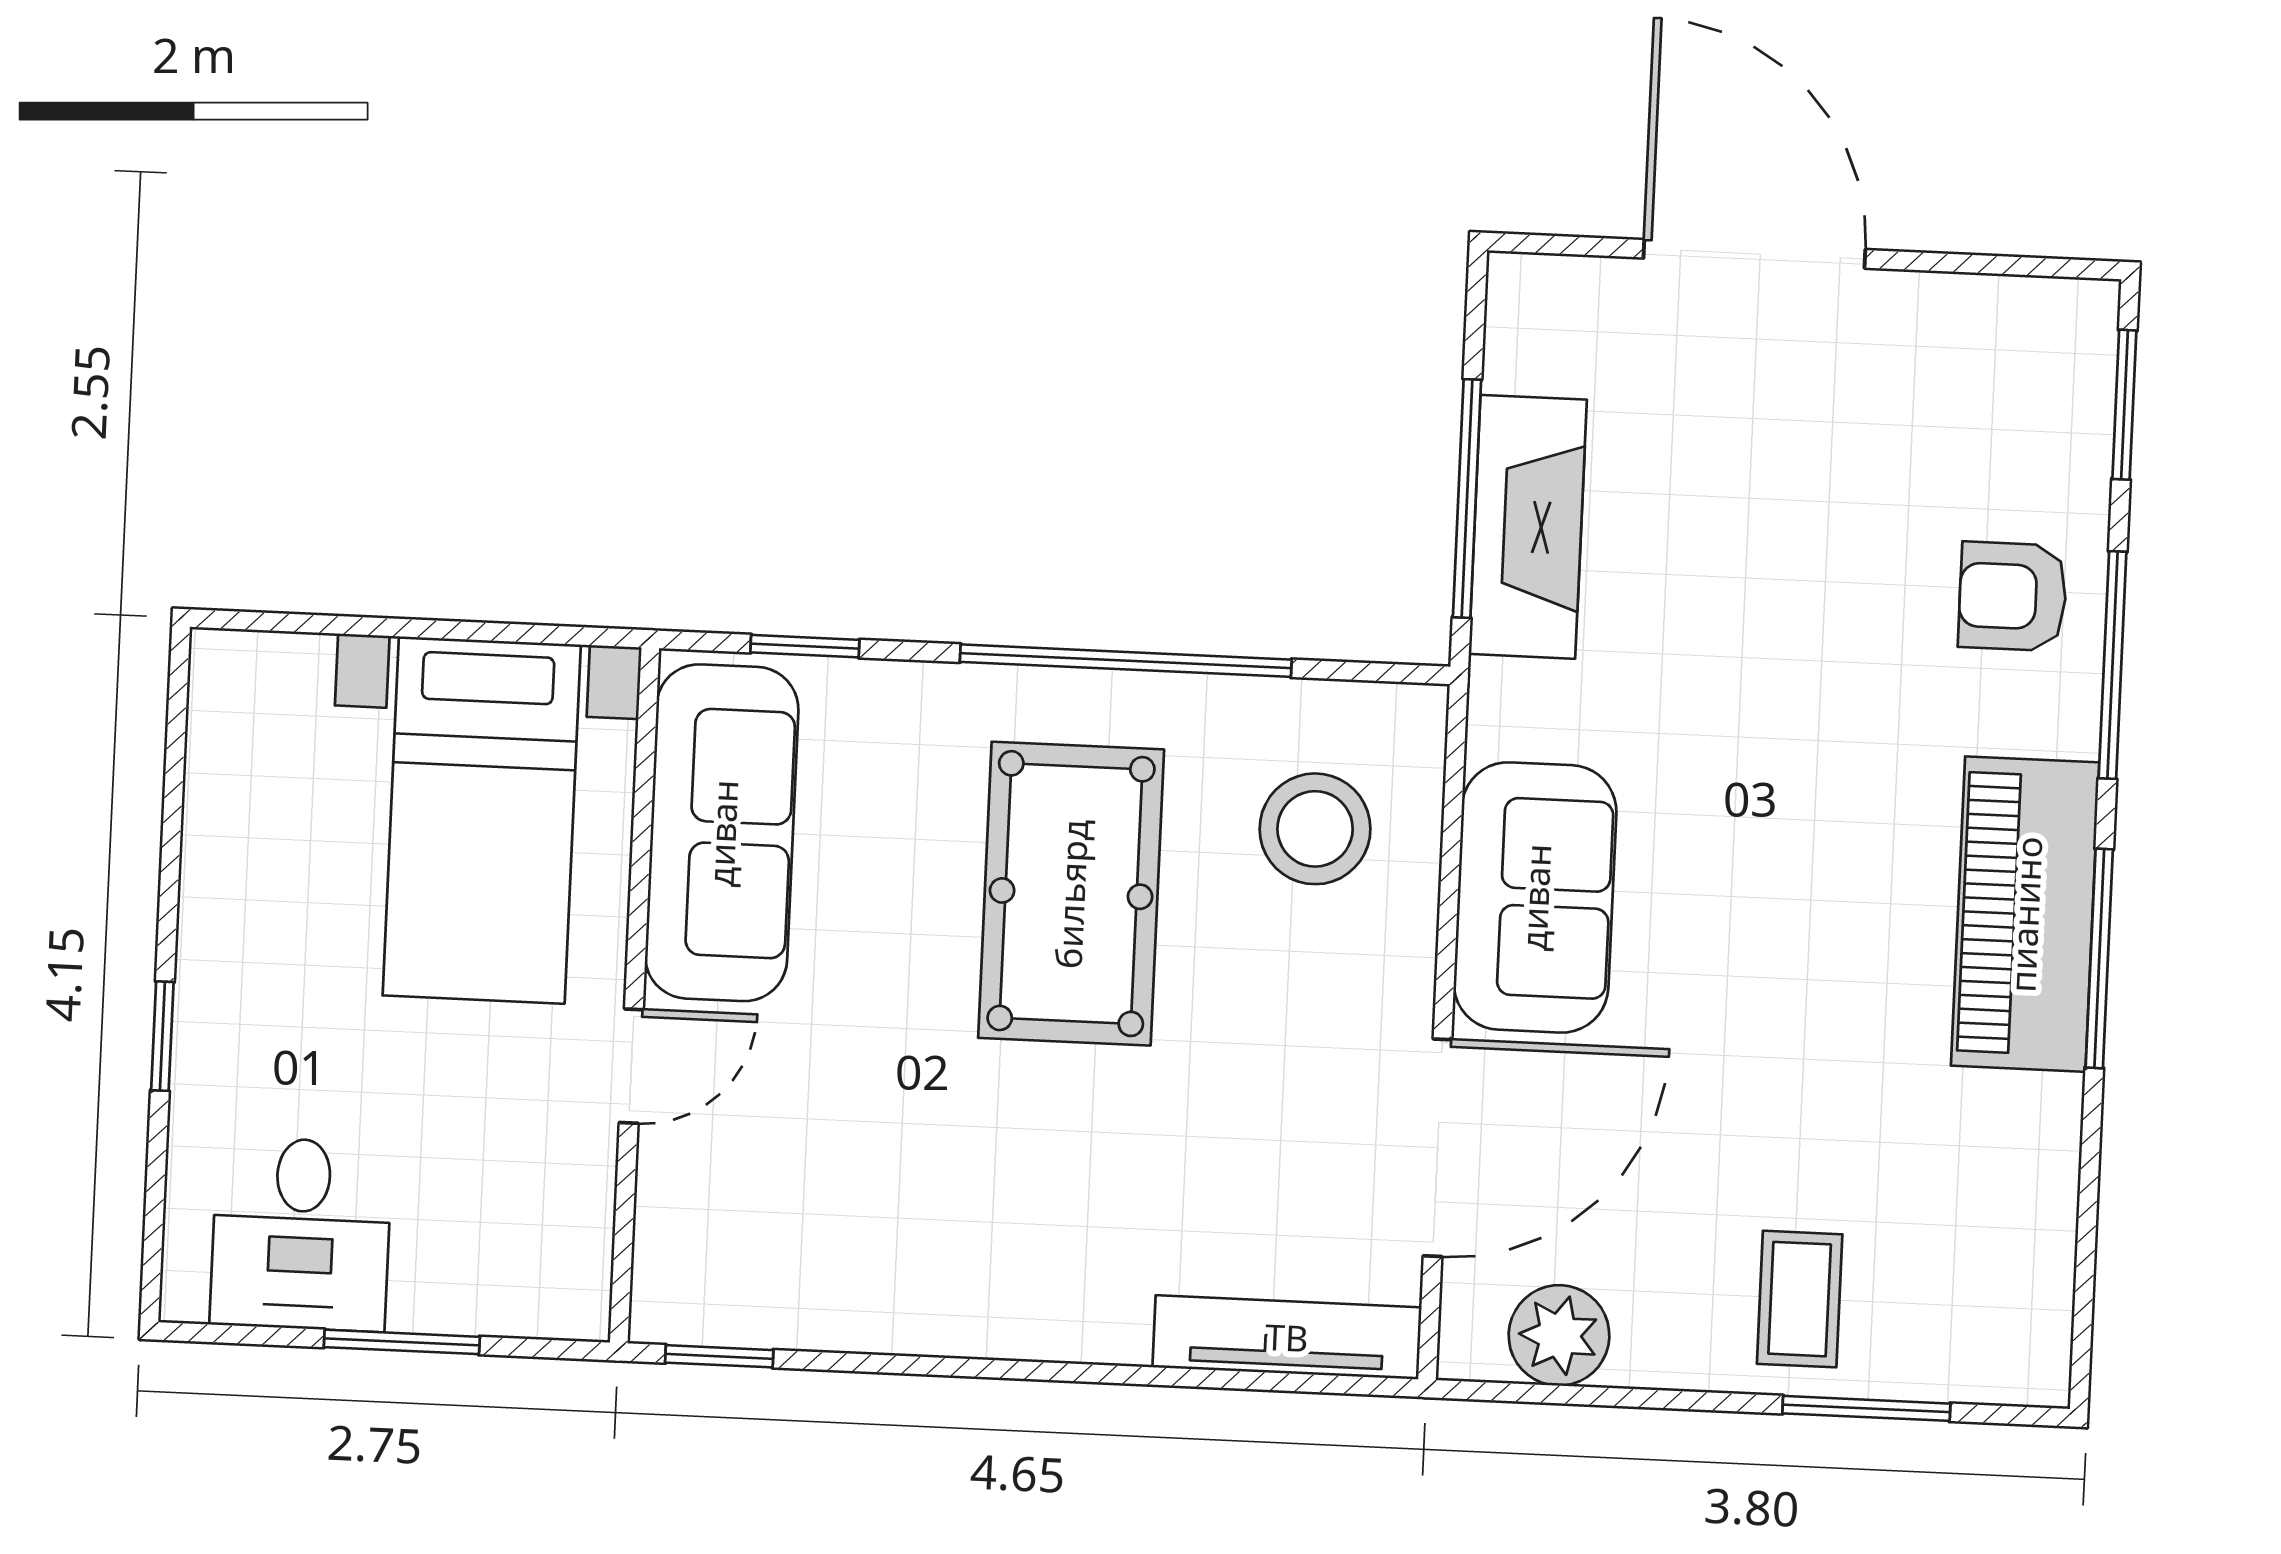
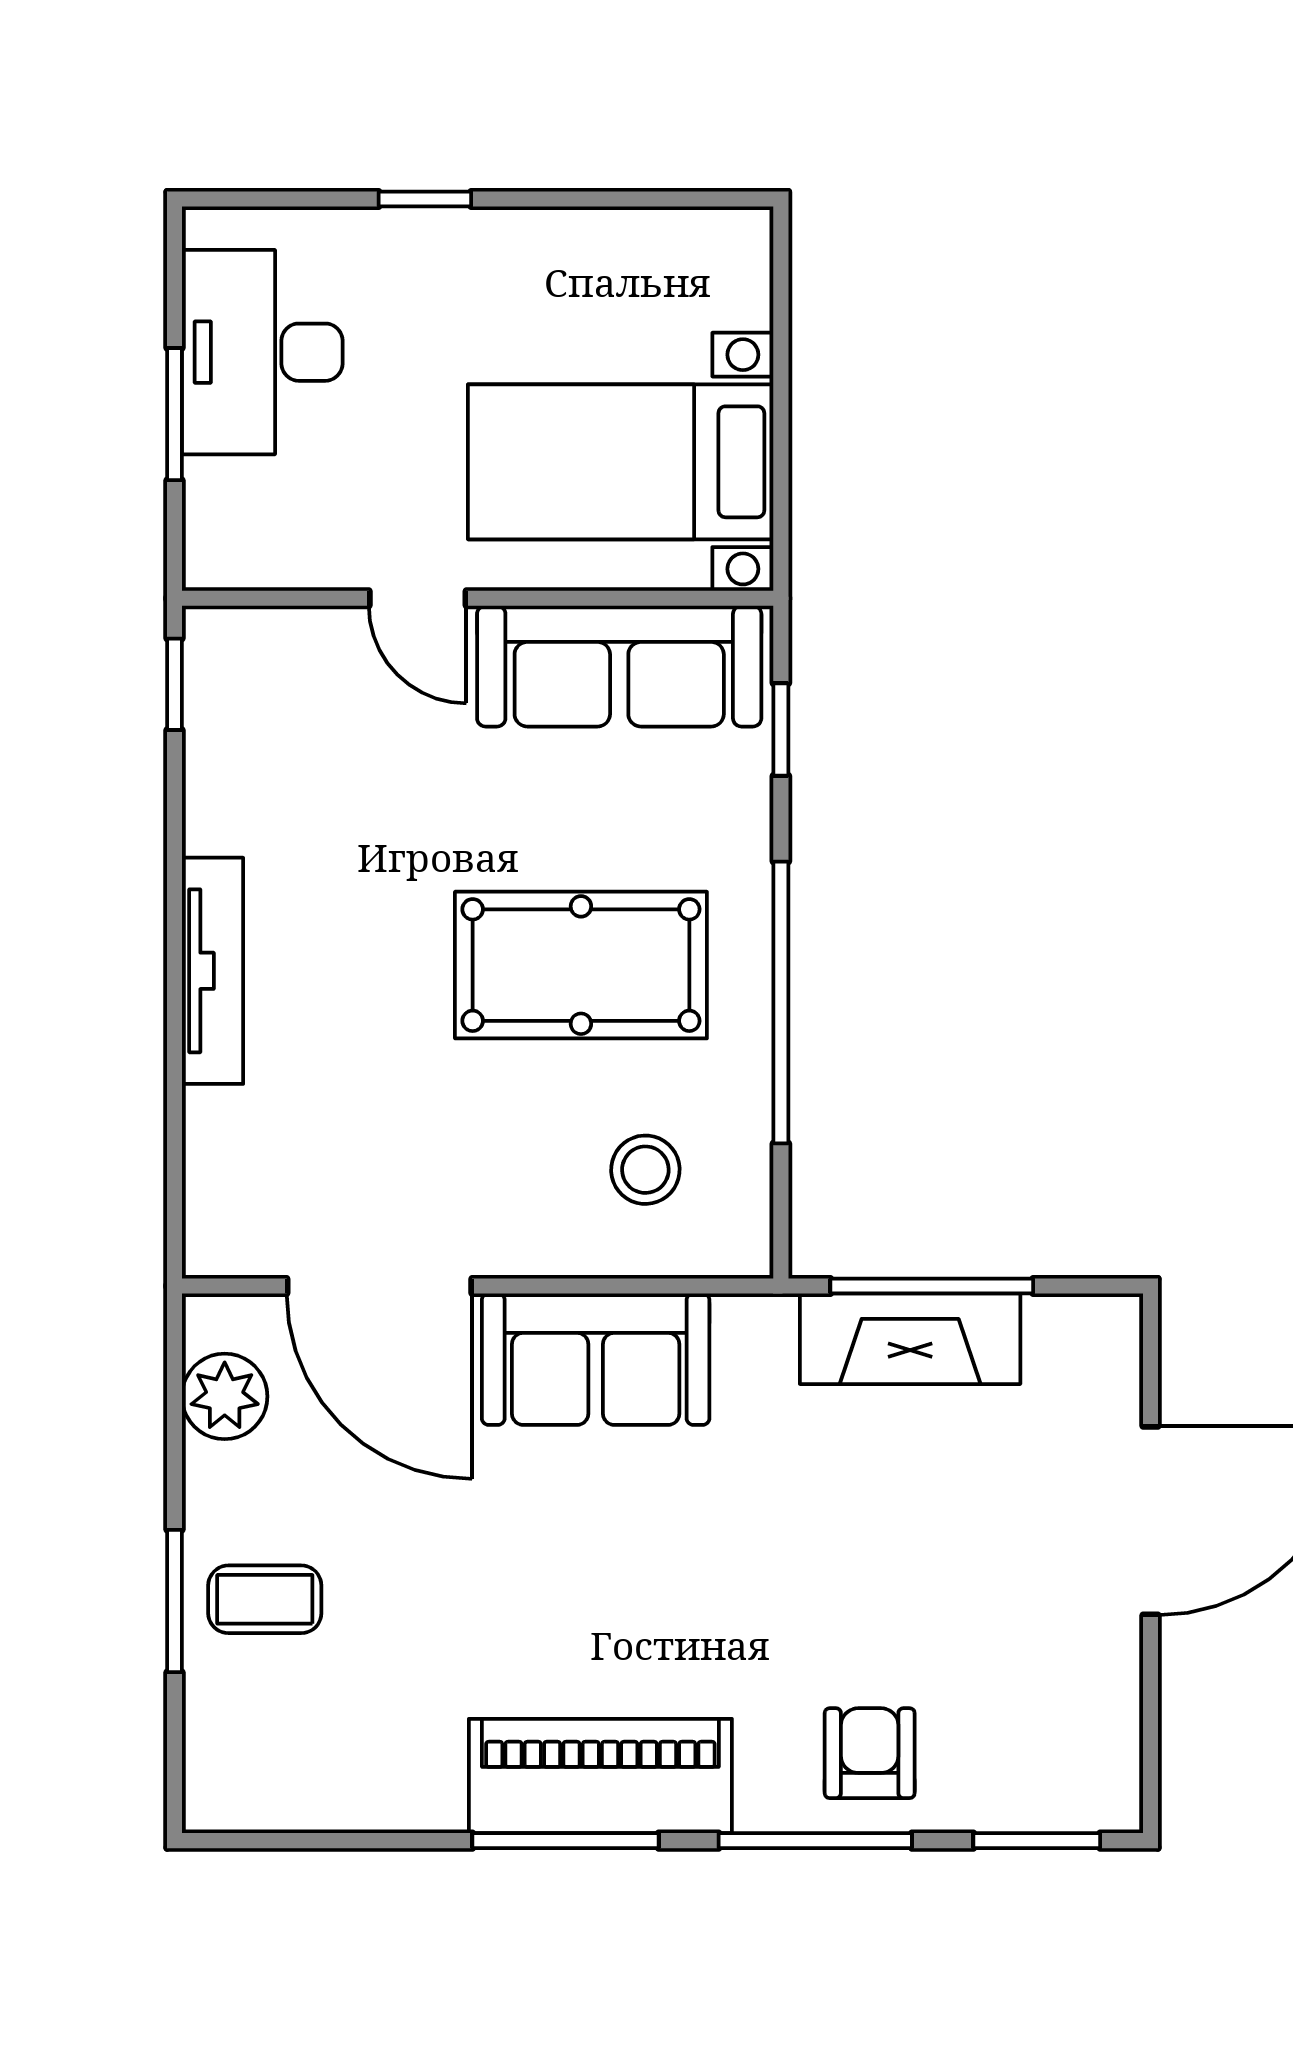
stool: (1315, 829) -> (645, 1170), width x0.73, depth x0.73
desk: (301, 1234) -> (262, 352), width x1.37
tv unit: (1287, 1337) -> (213, 971), moved
window: (1866, 1408) -> (174, 1601), moved

